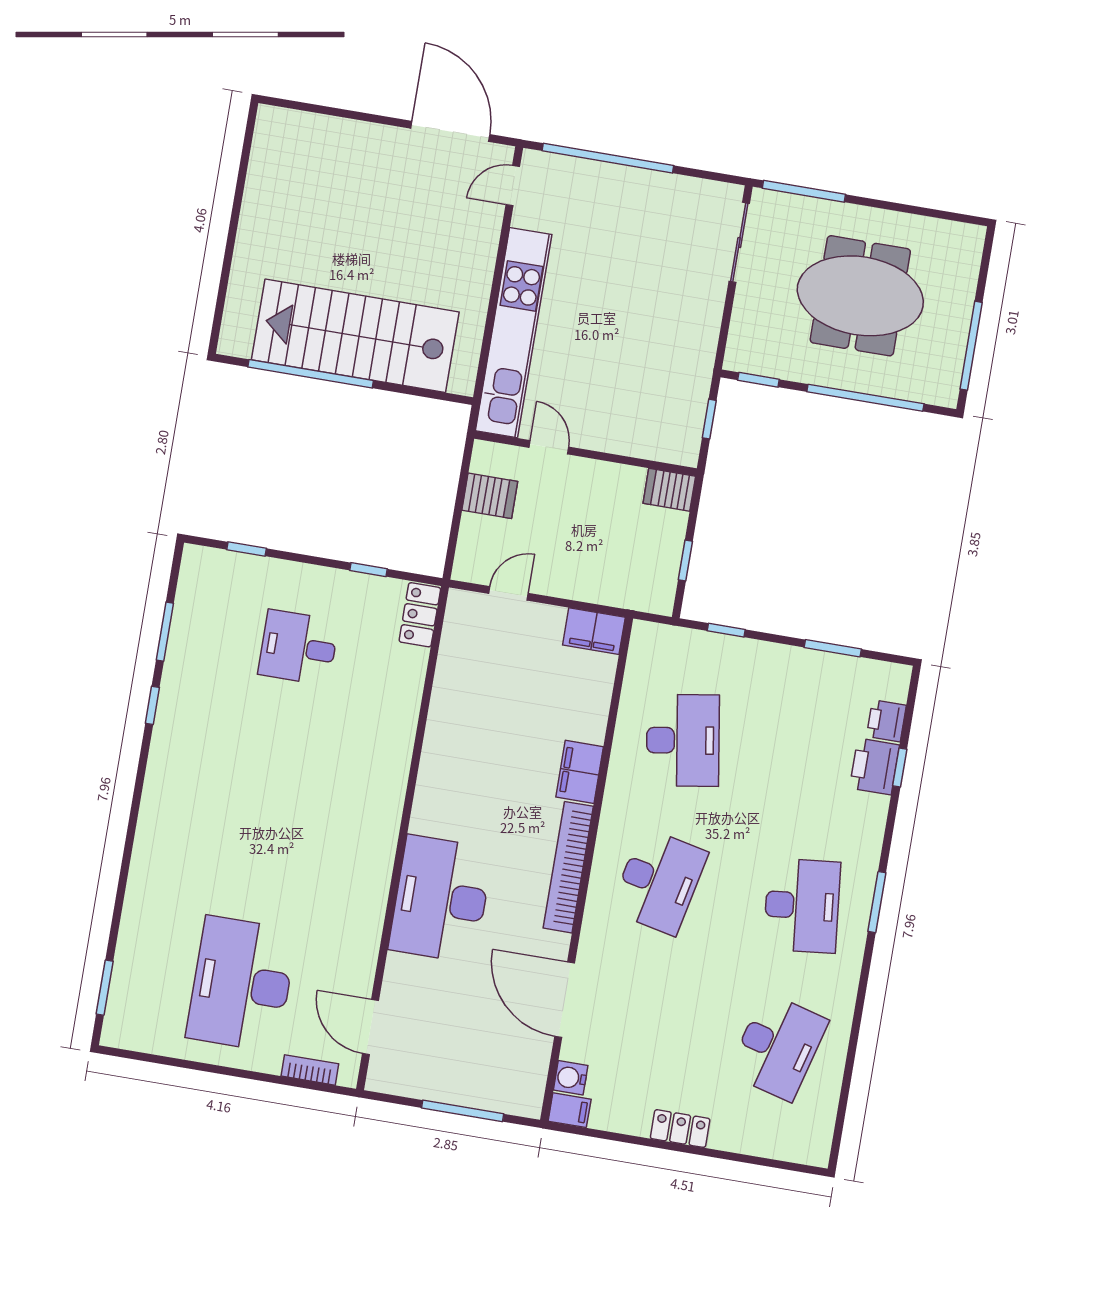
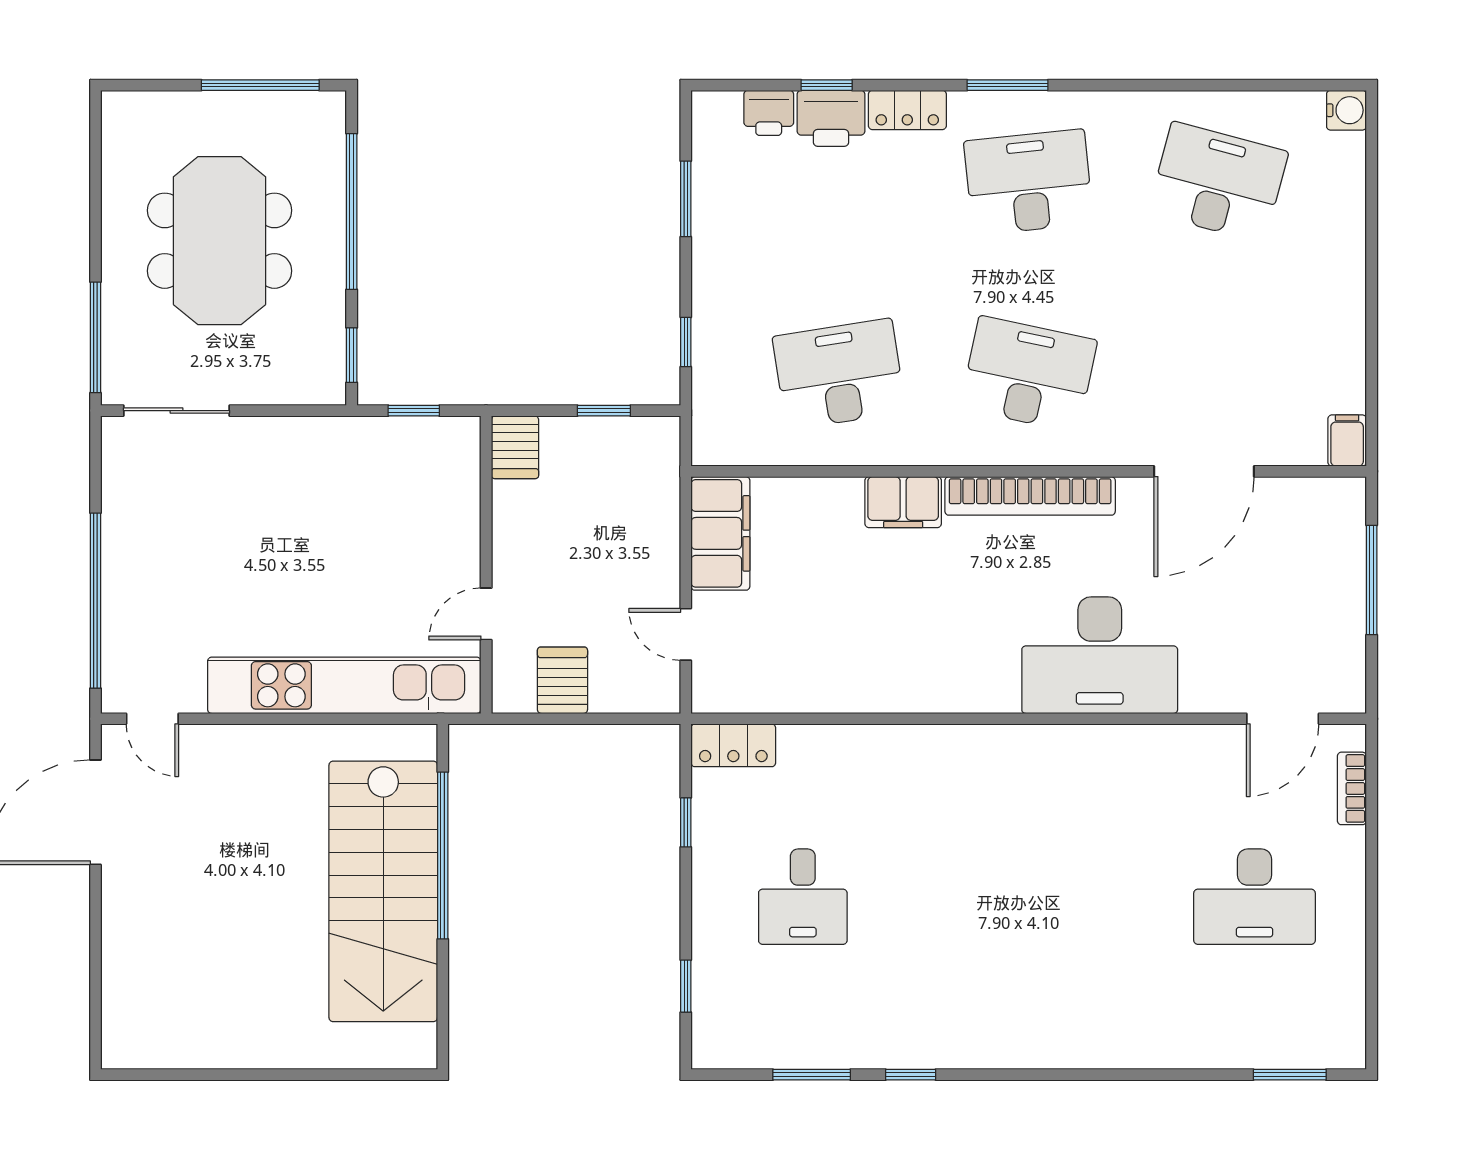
window: (311, 374) -> (443, 856), moved
filing cabinet: (594, 631) -> (720, 533), width x1.50, depth x1.17
desk: (242, 984) -> (1255, 897), width x0.73, depth x0.77
water cooler: (571, 1078) -> (1346, 110), moved, turned -90
locker: (680, 1129) -> (907, 110), moved, turned -90

